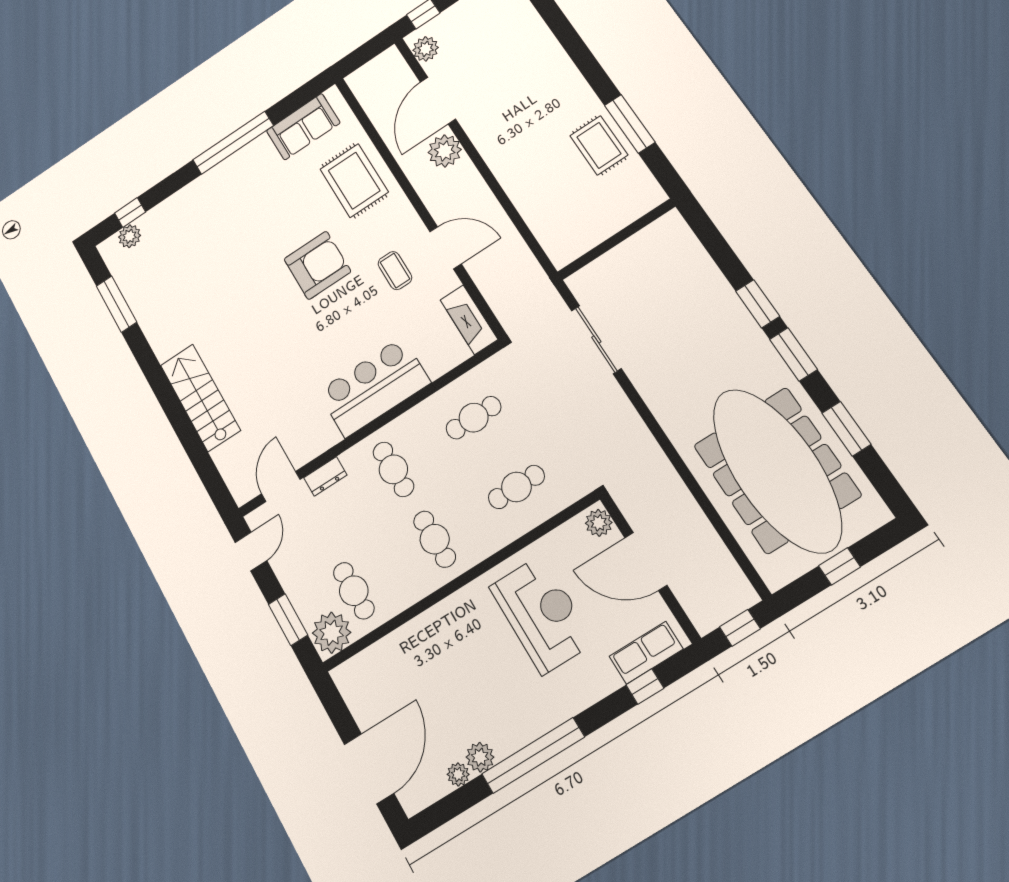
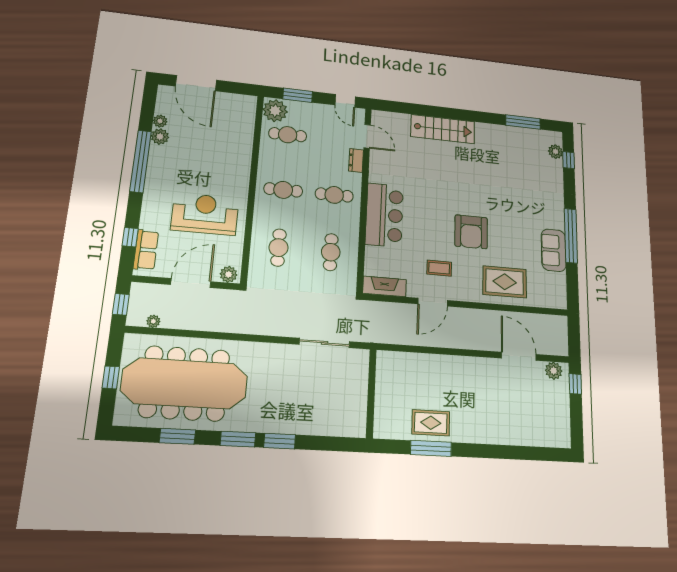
sofa: (303, 127) -> (554, 250), moved
plant: (445, 151) -> (153, 321), moved, width x0.53, depth x0.53
reception desk: (542, 614) -> (205, 214), turned 180

